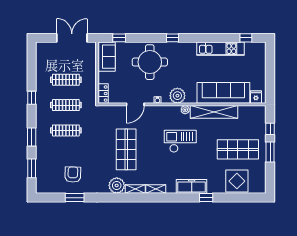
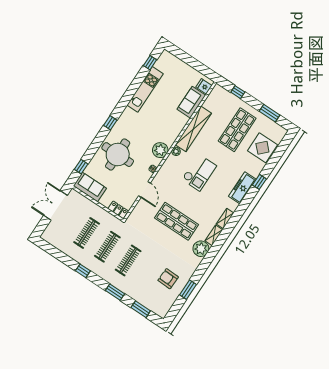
sofa: (223, 93) -> (191, 102), width x0.54, depth x0.79
checkout: (180, 141) -> (199, 173), turned 180
window: (270, 152) -> (269, 113), moved

